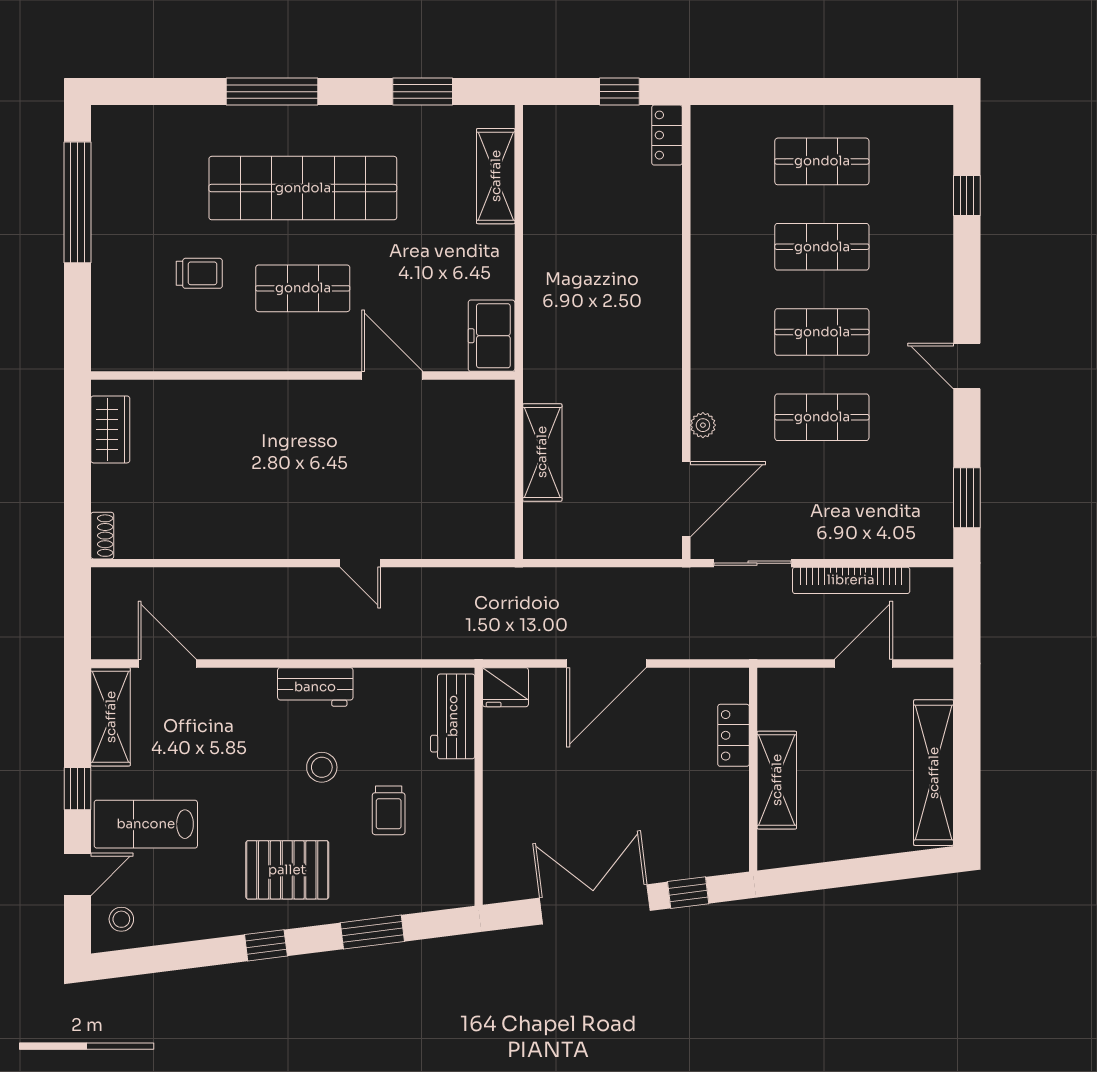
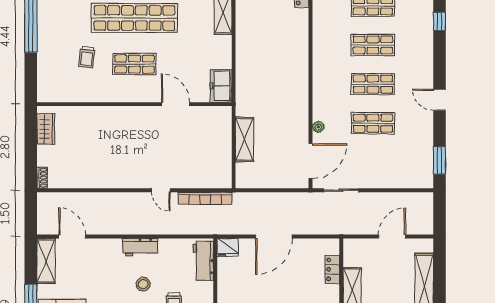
trolley: (199, 273) -> (87, 57), turned 97
bookcase: (851, 580) -> (205, 198), moved

